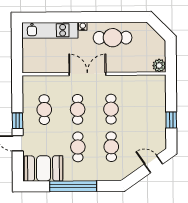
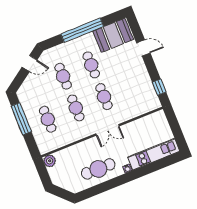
double door: (87, 74) -> (107, 130), width x0.73
cafe table: (44, 110) -> (48, 119), moved
window: (171, 120) -> (21, 119), width x2.17
window: (18, 121) -> (159, 87), moved
door: (154, 164) -> (29, 64), moved

